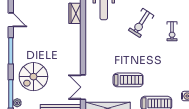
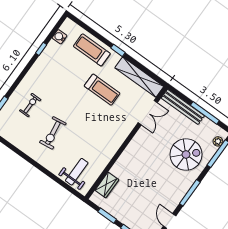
exercise bike: (141, 23) -> (53, 133), turned 139
treadmill: (128, 80) -> (102, 90), turned 180

